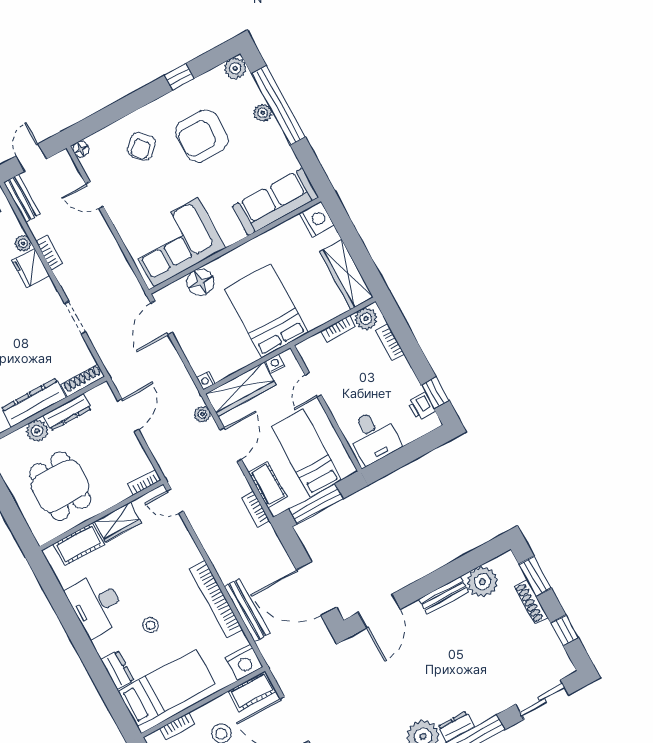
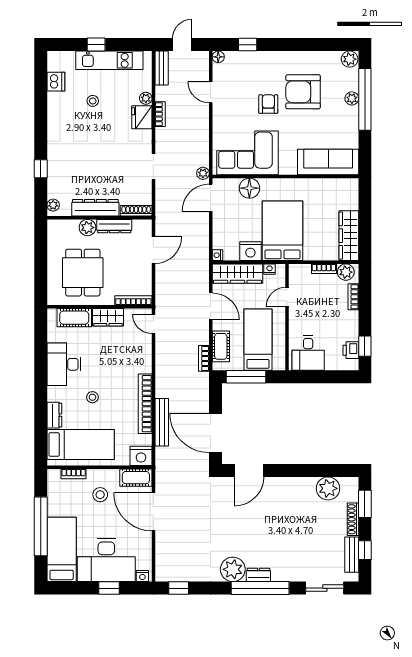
window: (179, 77) -> (248, 45), moved
armchair: (141, 146) -> (268, 104), moved, turned 134
nightstand: (317, 220) -> (250, 251), moved, turned 90
plant: (202, 414) -> (203, 173), moved
door: (231, 444) -> (211, 306), hinge flipped
bookcase: (144, 482) -> (133, 300), width x1.56
bench: (444, 596) -> (352, 555), moved, turned 90

